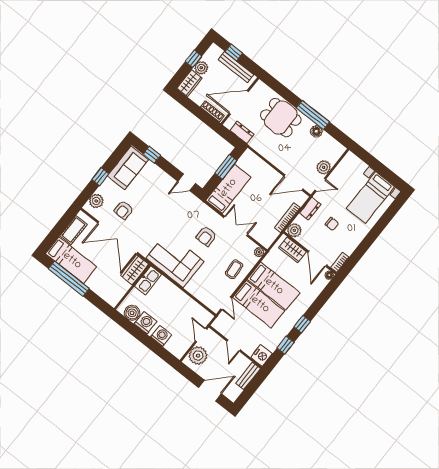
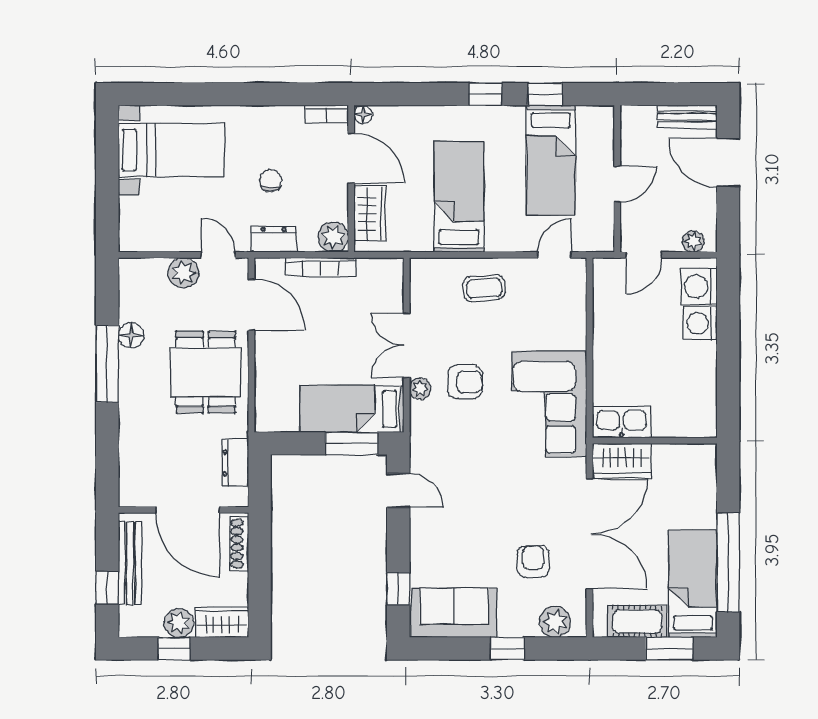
dining table: (281, 118) -> (206, 372), moved
window: (226, 167) -> (352, 443), moved
armchair: (124, 210) -> (533, 562), turned -90
window: (55, 234) -> (669, 649), added
plant: (259, 252) -> (420, 389), moved
door: (317, 259) -> (351, 158), hinge flipped
bed: (259, 304) -> (551, 160), moved, turned 180
boiler: (132, 313) -> (700, 405), removed
washing machine: (145, 323) -> (699, 286), moved
plant: (198, 356) -> (693, 241), width x0.53, depth x0.53
nightstand: (261, 356) -> (596, 122), removed
bench: (248, 376) -> (687, 117), moved

